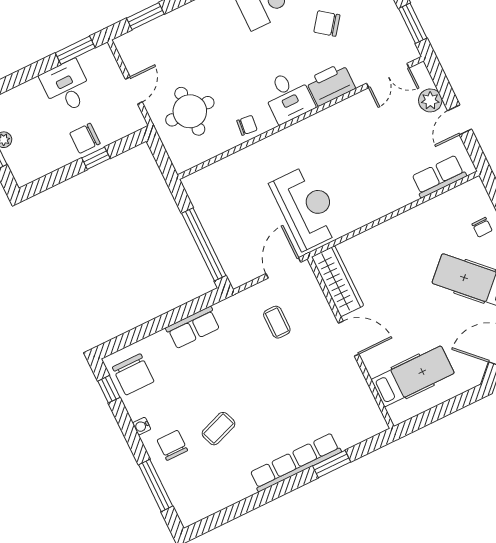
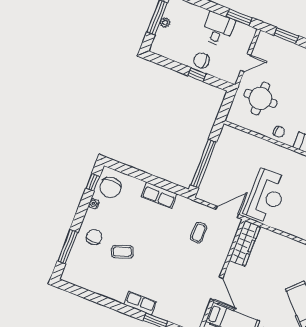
door: (349, 339) -> (217, 289), moved
water cooler: (142, 426) -> (94, 204), moved
row of seats: (295, 462) -> (140, 303), width x0.50

